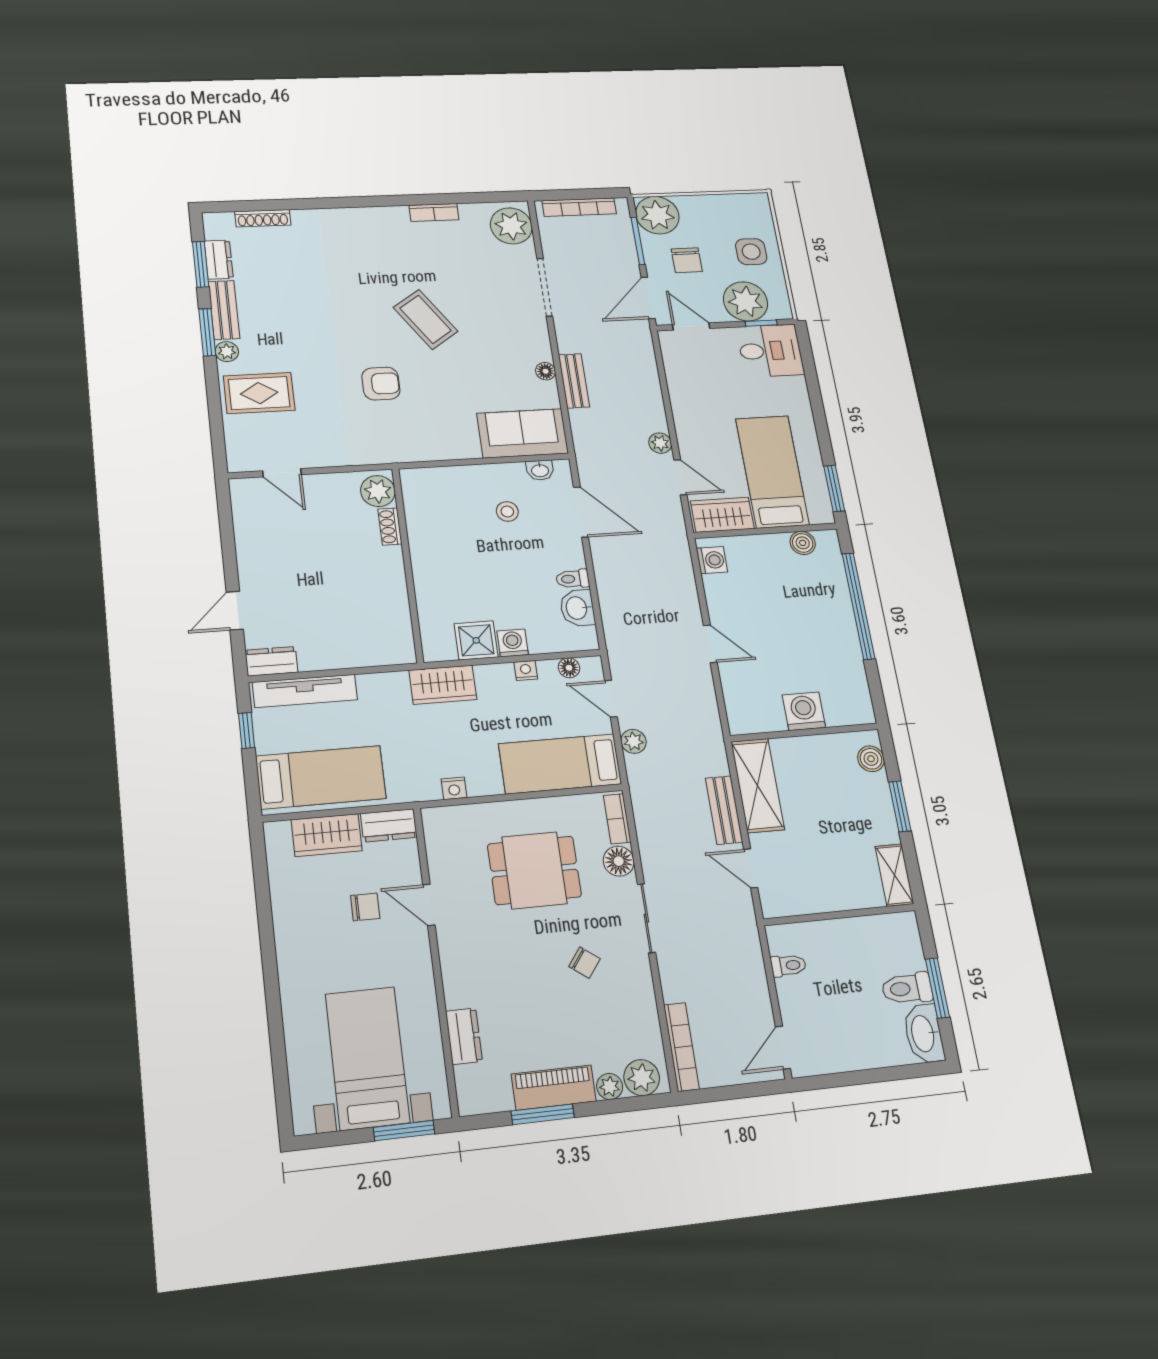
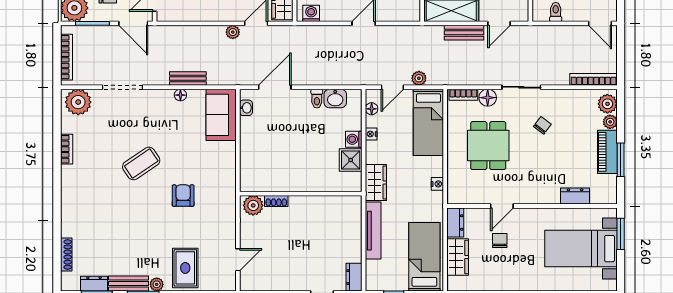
stool: (507, 511) -> (271, 131), removed
tv unit: (305, 691) -> (373, 231), moved

